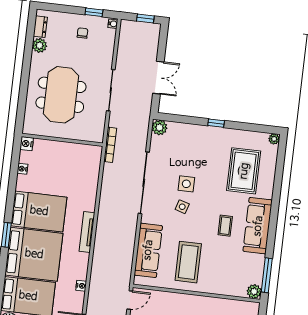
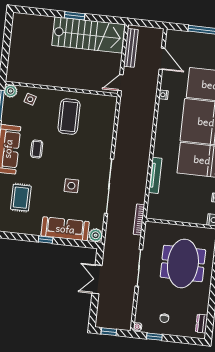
plant: (40, 45) -> (202, 307), removed
rug: (244, 171) -> (21, 198), width x0.73, depth x0.70
side table: (182, 207) -> (30, 99), moved
tv unit: (87, 232) -> (155, 175), moved
sofa: (148, 250) -> (65, 229), moved, turned 90

